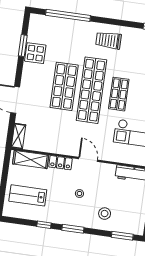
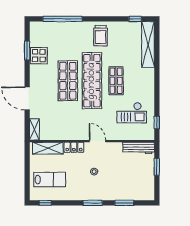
trolley: (108, 40) -> (101, 36), turned -90
lab bench: (28, 195) -> (50, 180), turned 180
stool: (105, 214) -> (118, 186), removed
window: (44, 225) -> (45, 203), moved
window: (122, 236) -> (124, 203), moved

